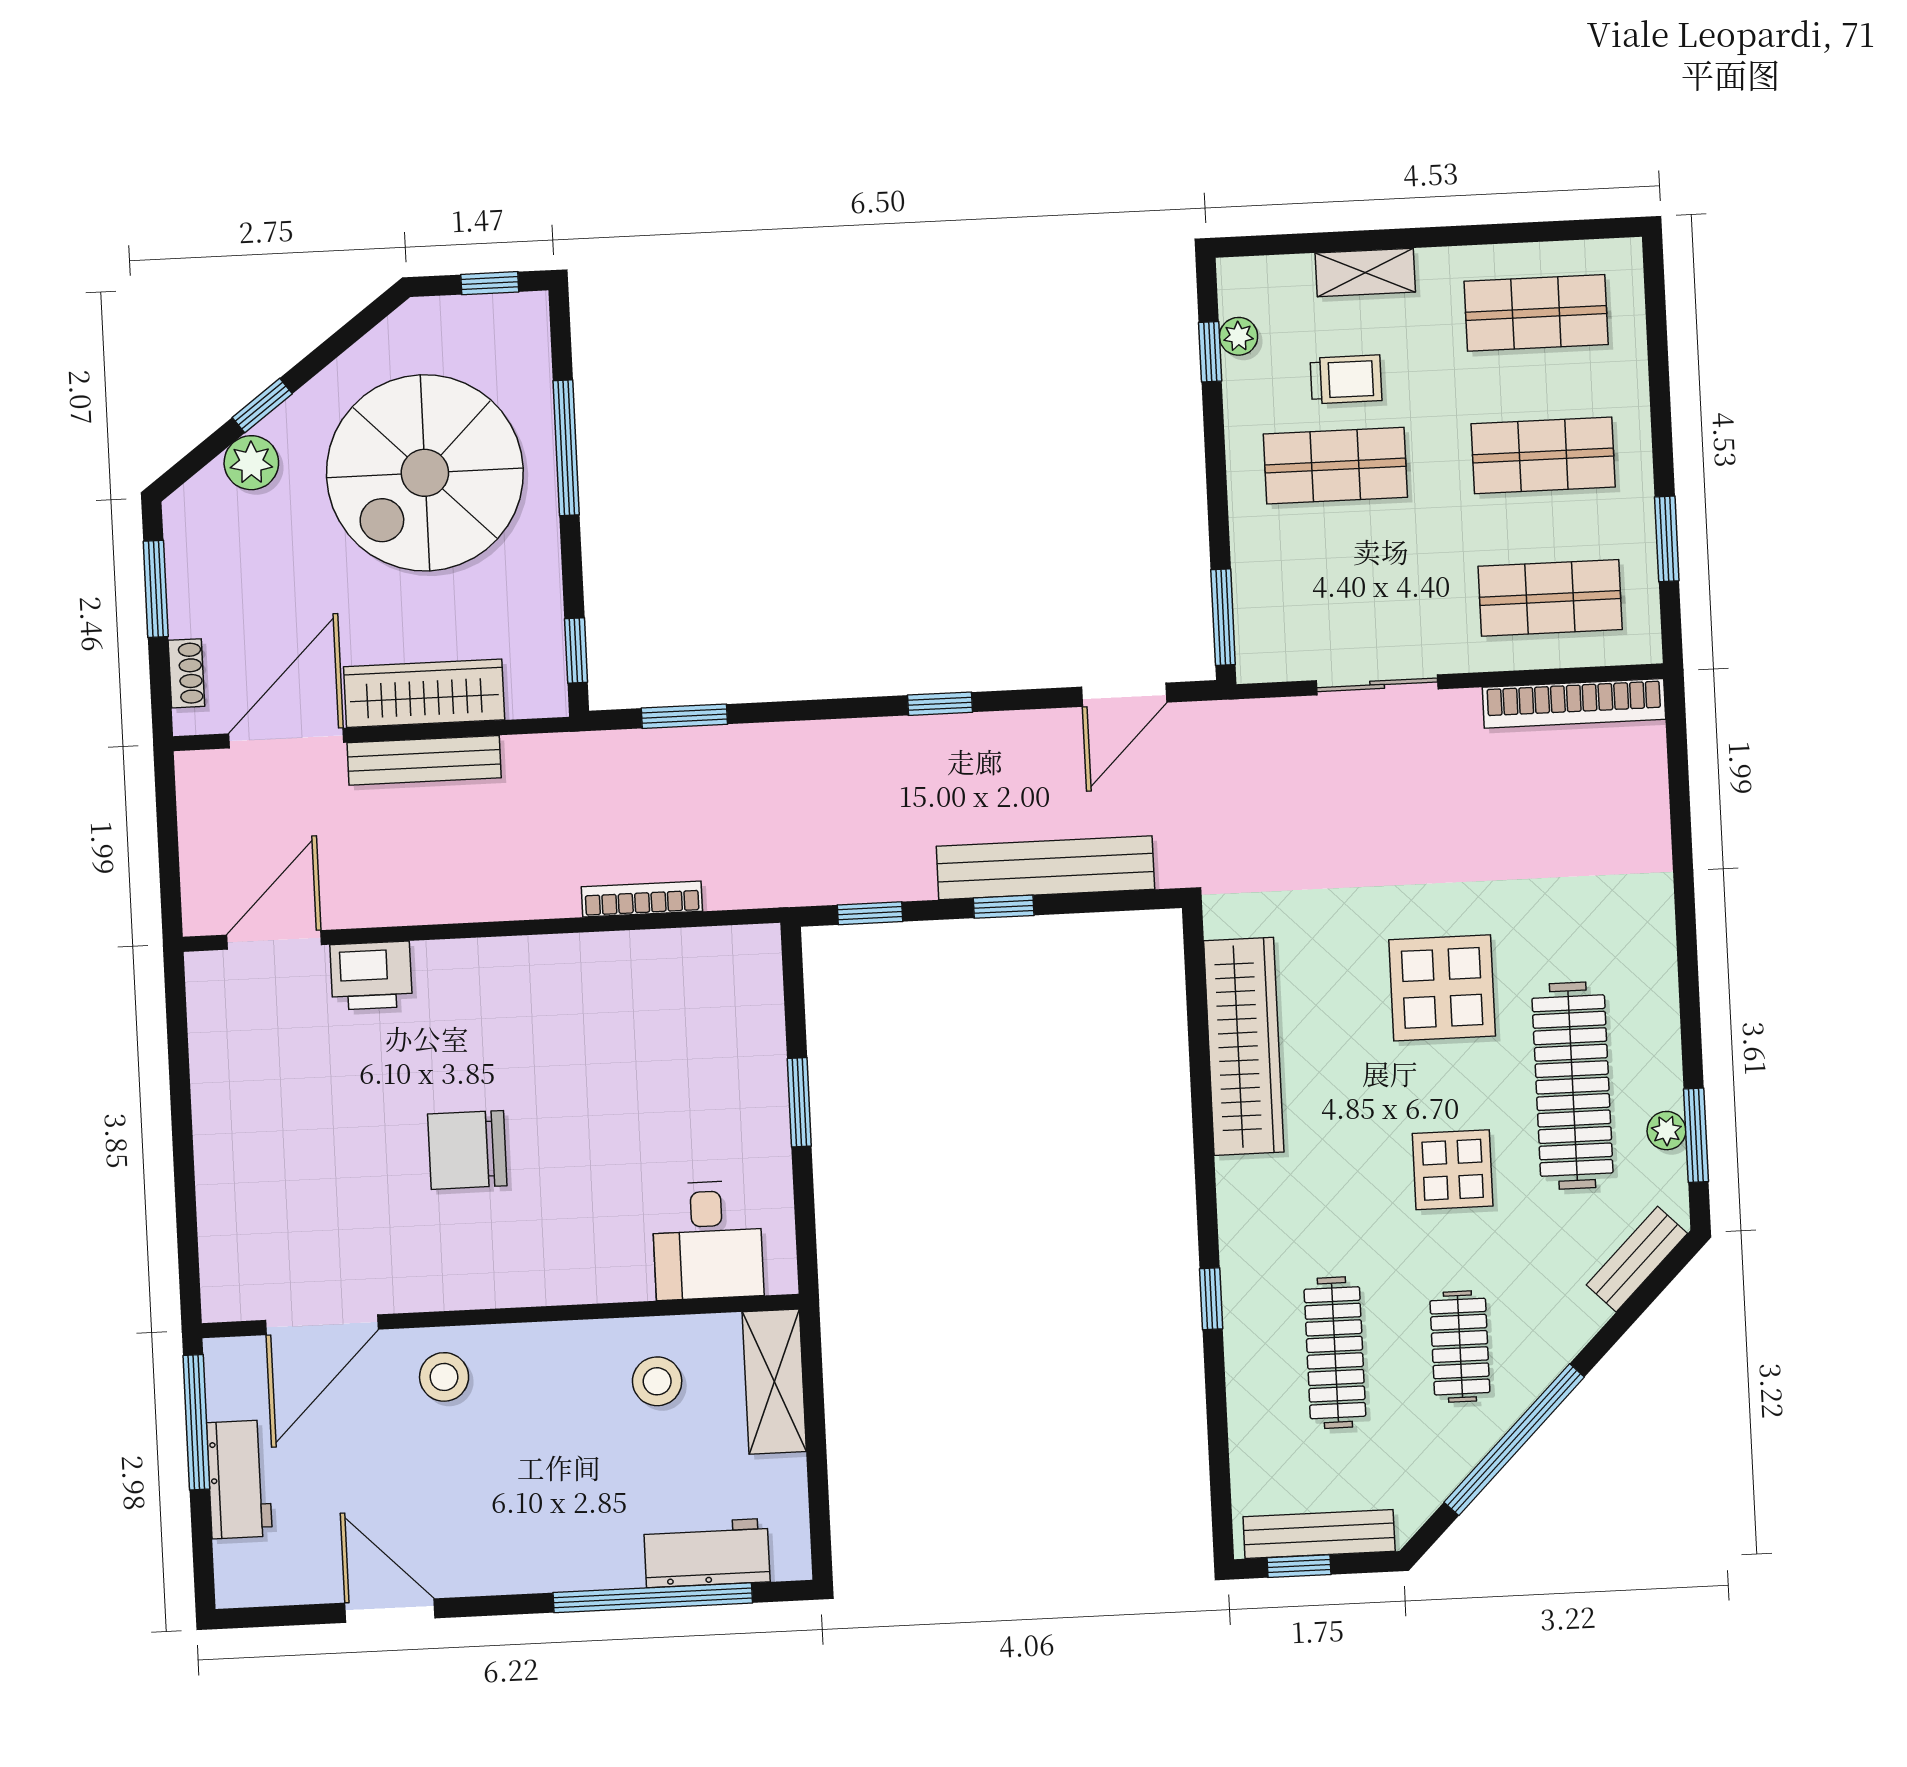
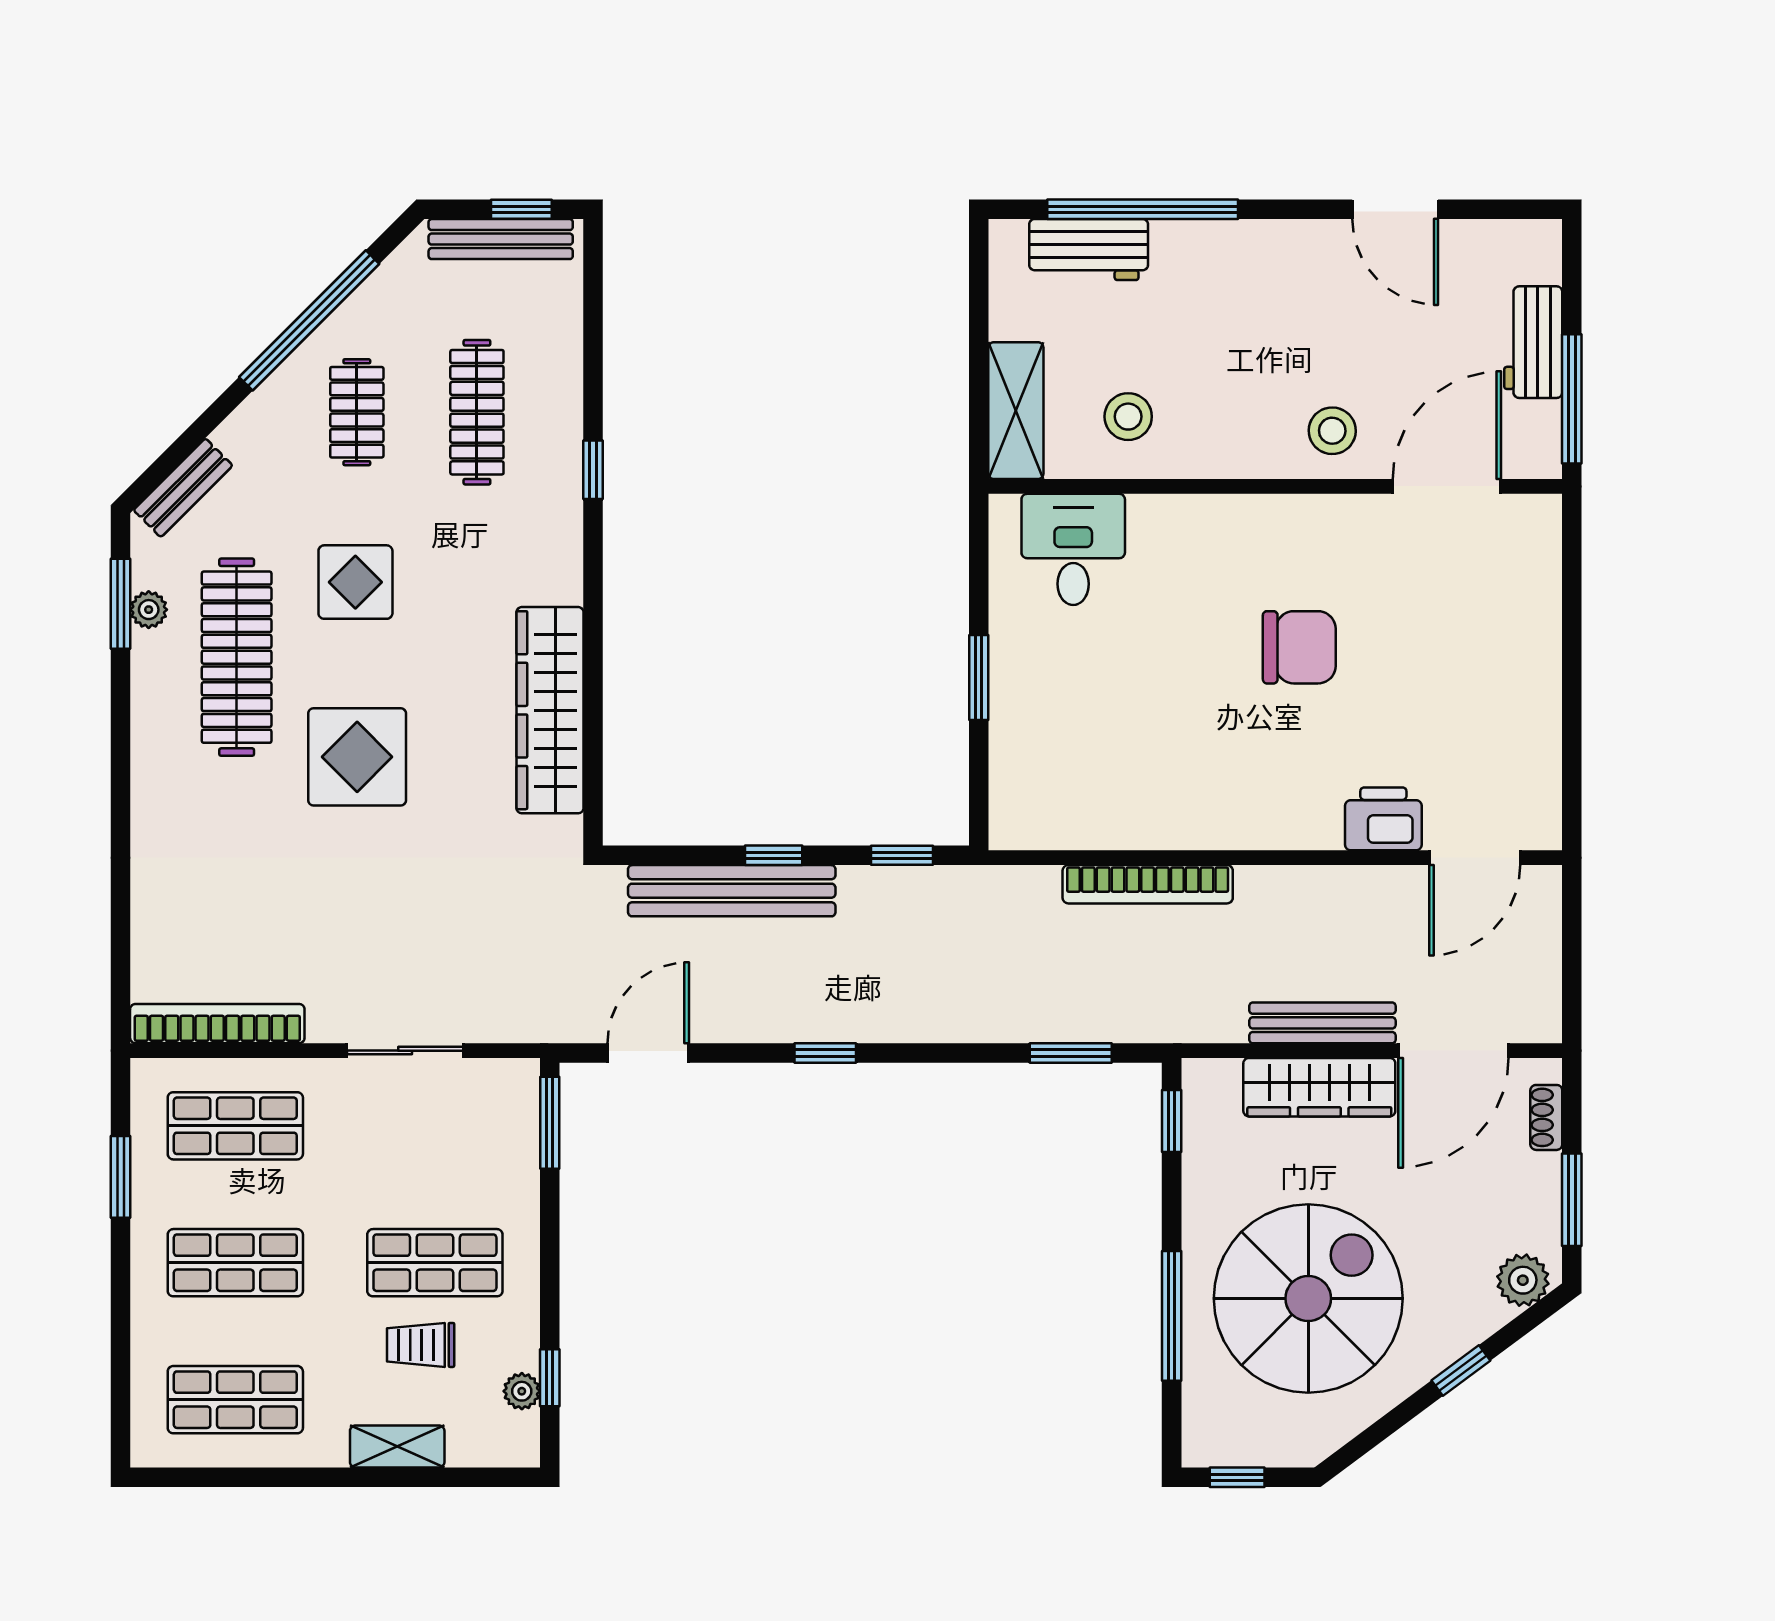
plant: (251, 463) -> (1523, 1280), moved
bookcase: (642, 899) -> (1148, 884), width x1.48, depth x1.31

